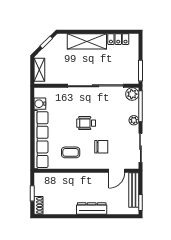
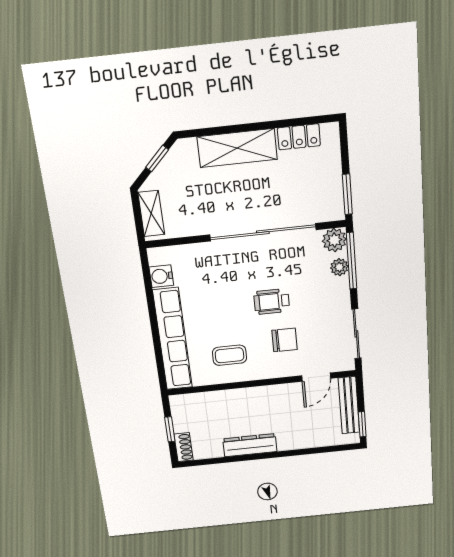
plant: (134, 120) -> (339, 267), moved
wheelchair: (86, 123) -> (272, 302), moved
dresser: (92, 209) -> (250, 445), moved

